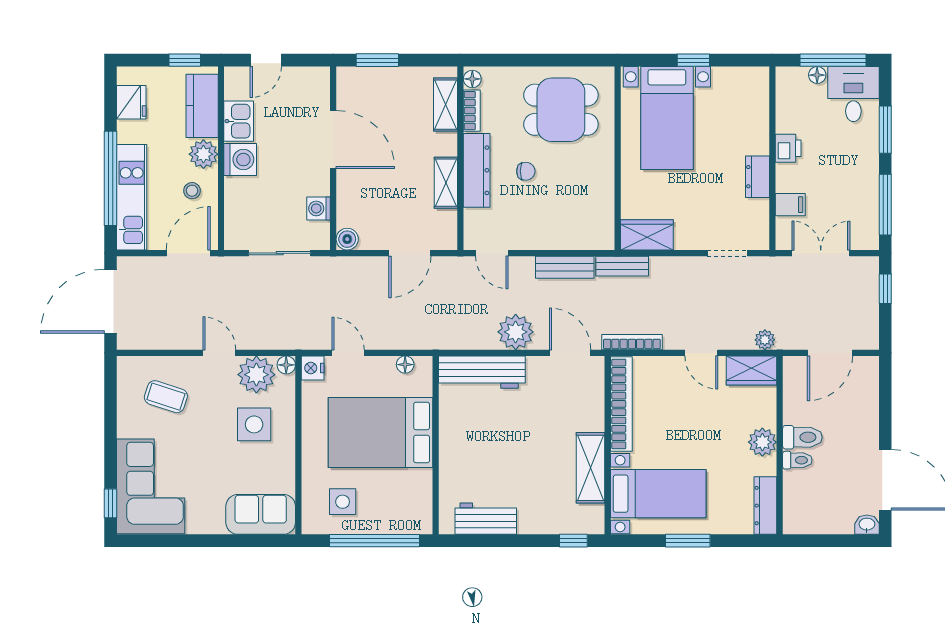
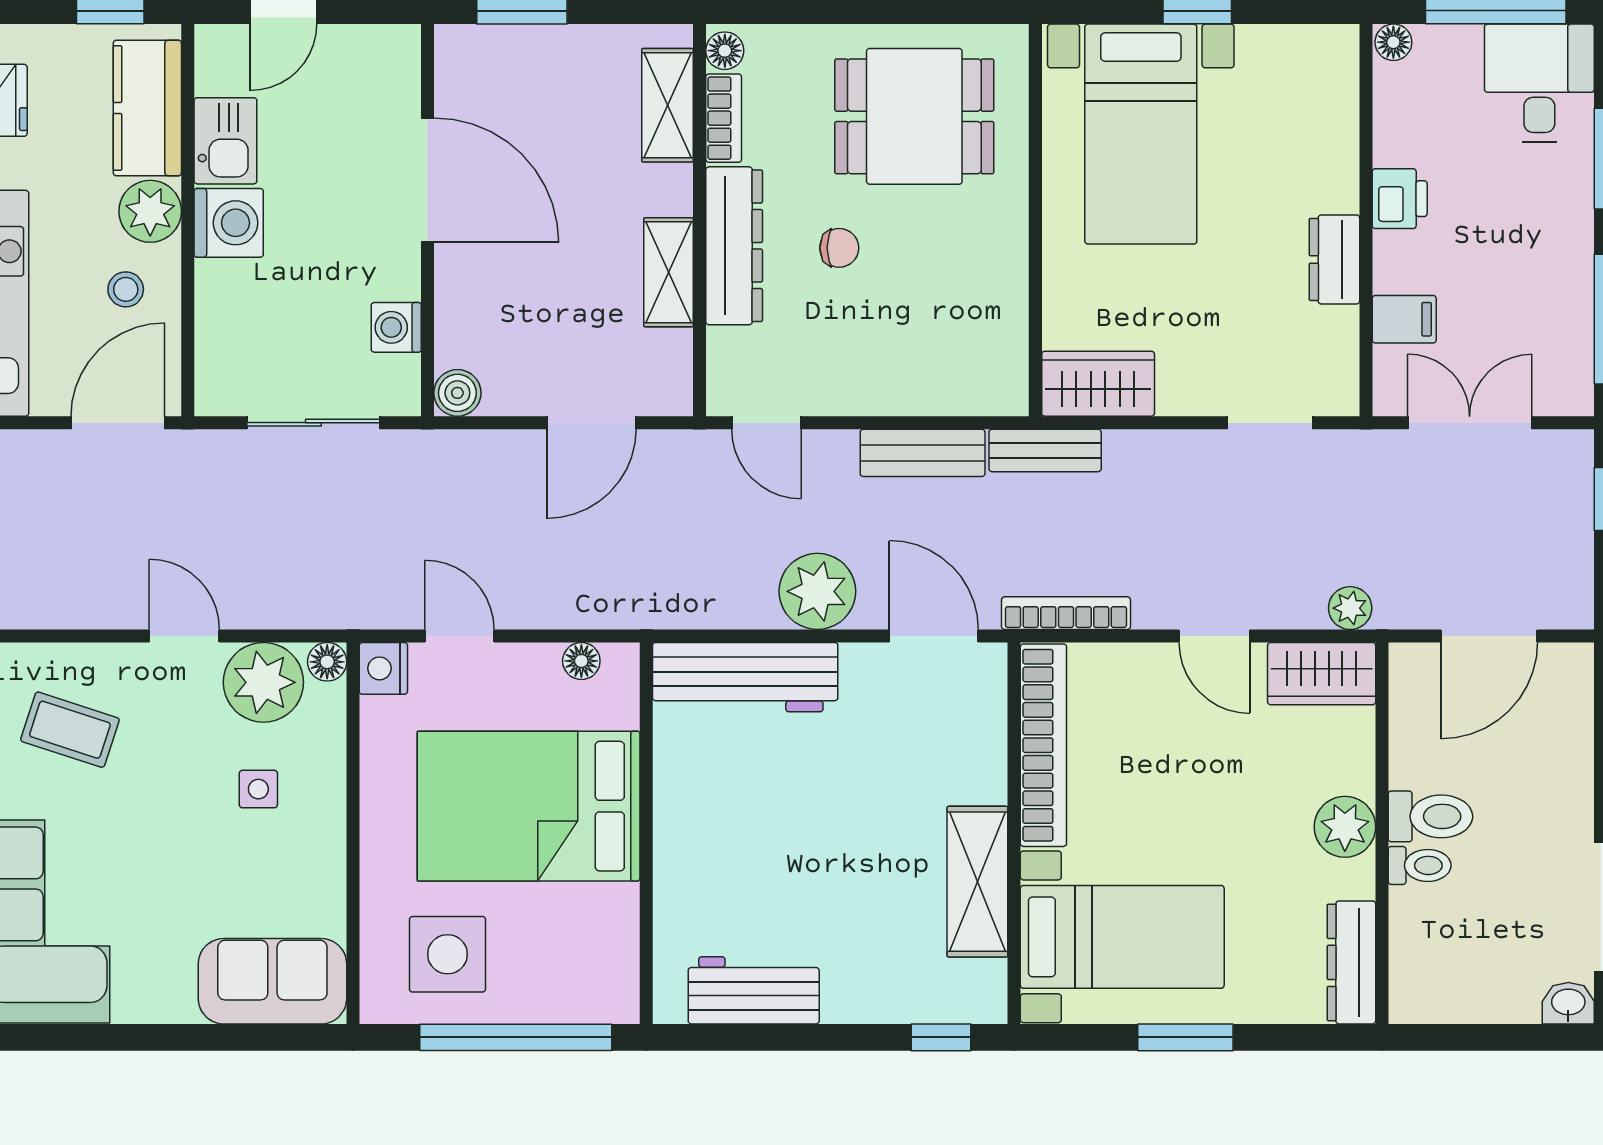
floor lamp: (817, 75) -> (1393, 42), moved
side table: (254, 424) -> (258, 789), width x0.54, depth x0.54
side table: (343, 502) -> (448, 954), width x1.37, depth x1.37

